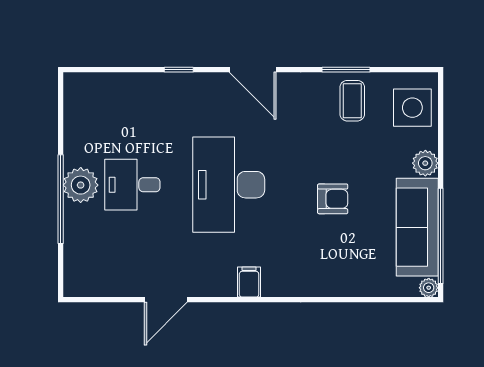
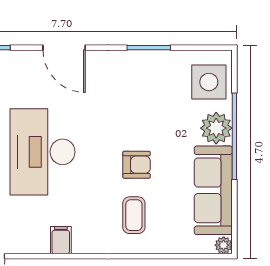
coffee table: (352, 101) -> (134, 215), moved
plant: (425, 163) -> (216, 128), width x1.36, depth x1.36
window: (441, 236) -> (234, 136), moved

